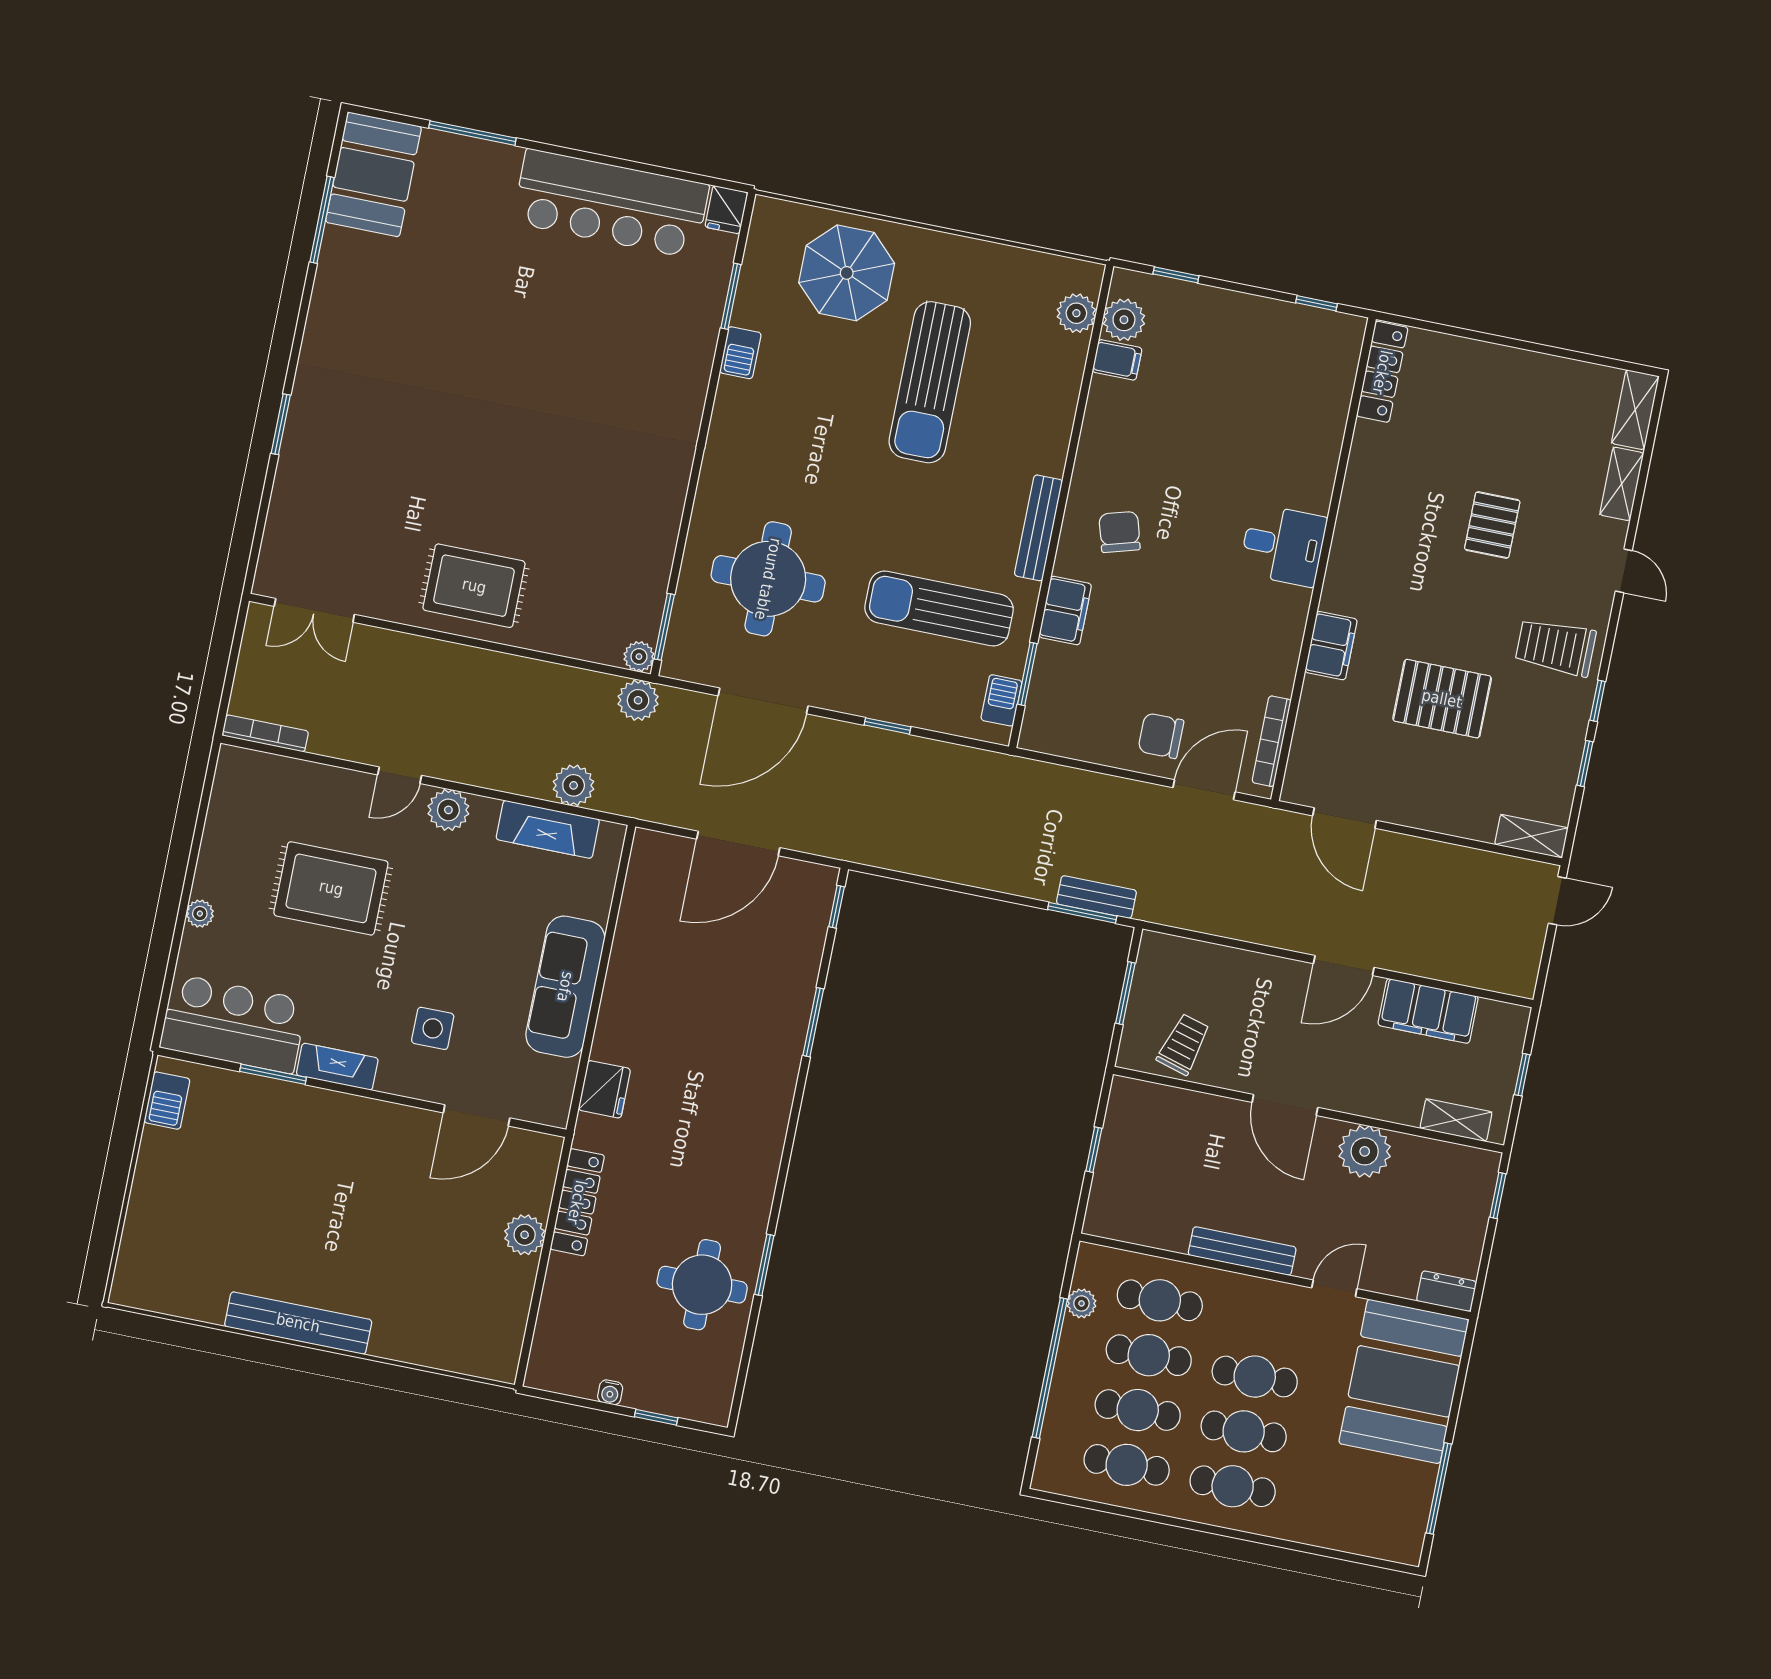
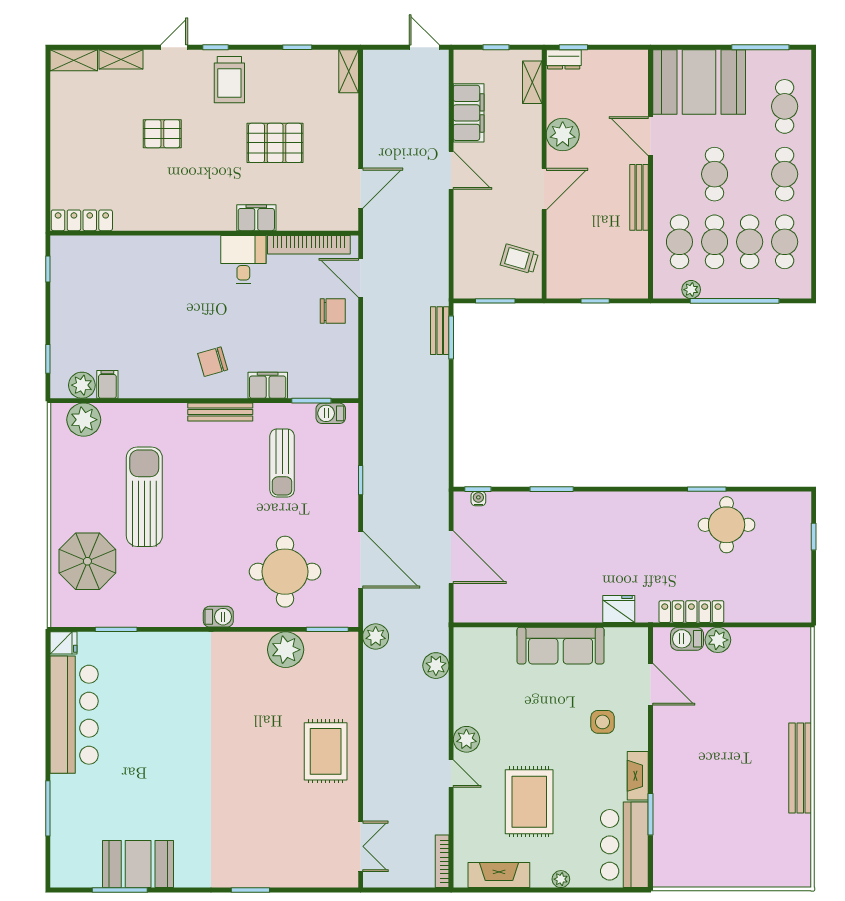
booth: (373, 174) -> (138, 864), moved
plant: (1076, 313) -> (84, 420), width x1.36, depth x1.36
barbecue: (740, 353) -> (218, 617), moved
sun lounger: (930, 382) -> (144, 497), turned -90
desk: (1283, 545) -> (243, 260), moved
sun lounger: (939, 608) -> (282, 463), width x0.73, depth x0.75
plant: (639, 657) -> (286, 650), moved, width x1.87, depth x1.87
pallet: (1442, 699) -> (275, 143), turned 90
window: (1598, 701) -> (215, 47), moved
chair: (1161, 736) -> (333, 311), turned -90
bookcase: (1272, 741) -> (309, 245), width x1.48, depth x1.31
fireplace: (548, 829) -> (499, 875), moved, turned -90
door: (1557, 901) -> (424, 47), moved
barbecue: (167, 1101) -> (687, 639), moved, turned 180
door: (1334, 1288) -> (651, 136), width x1.38
dresser: (1446, 1291) -> (564, 59), moved, turned -90
water cooler: (610, 1392) -> (478, 499), moved, turned -90
cafe table: (1244, 1431) -> (785, 106), moved

